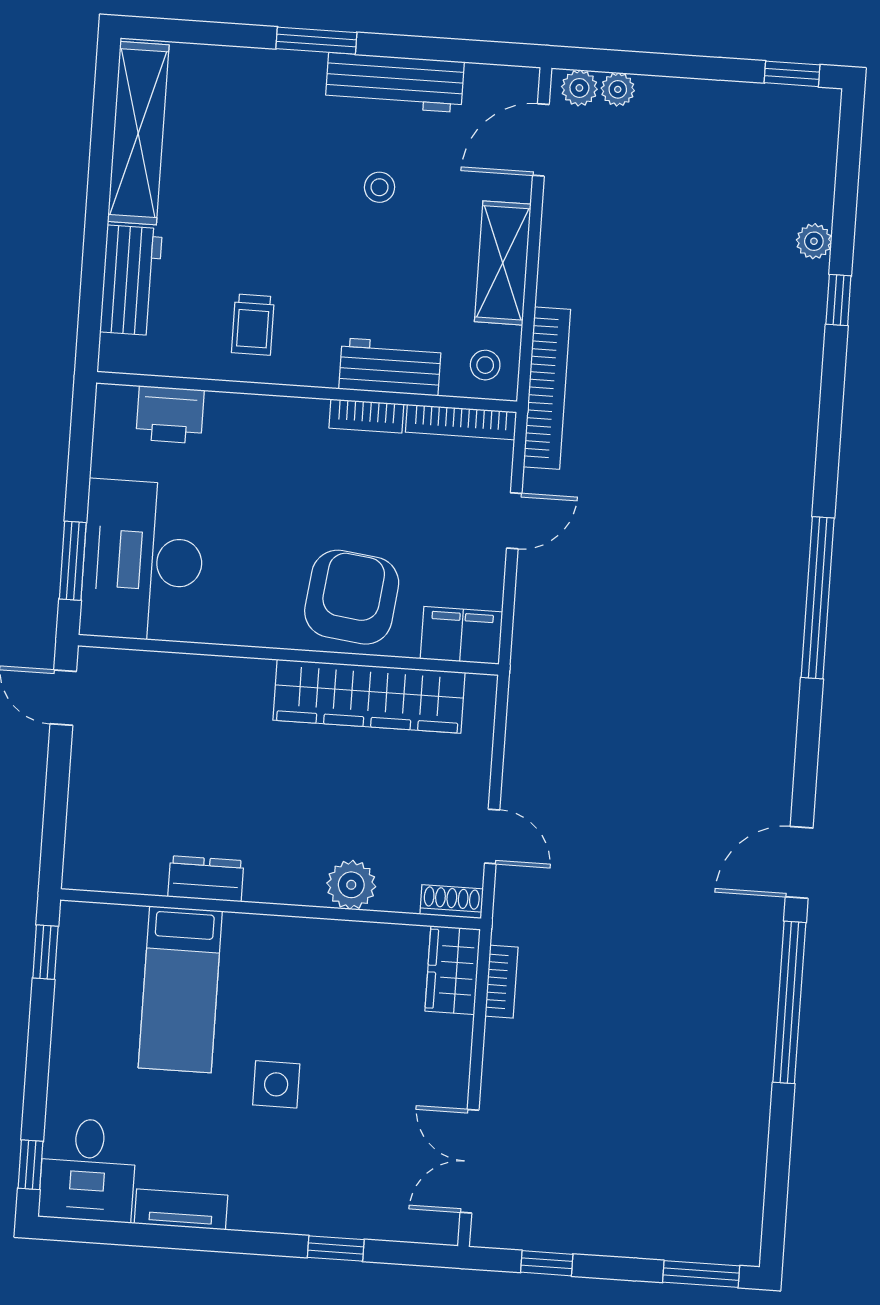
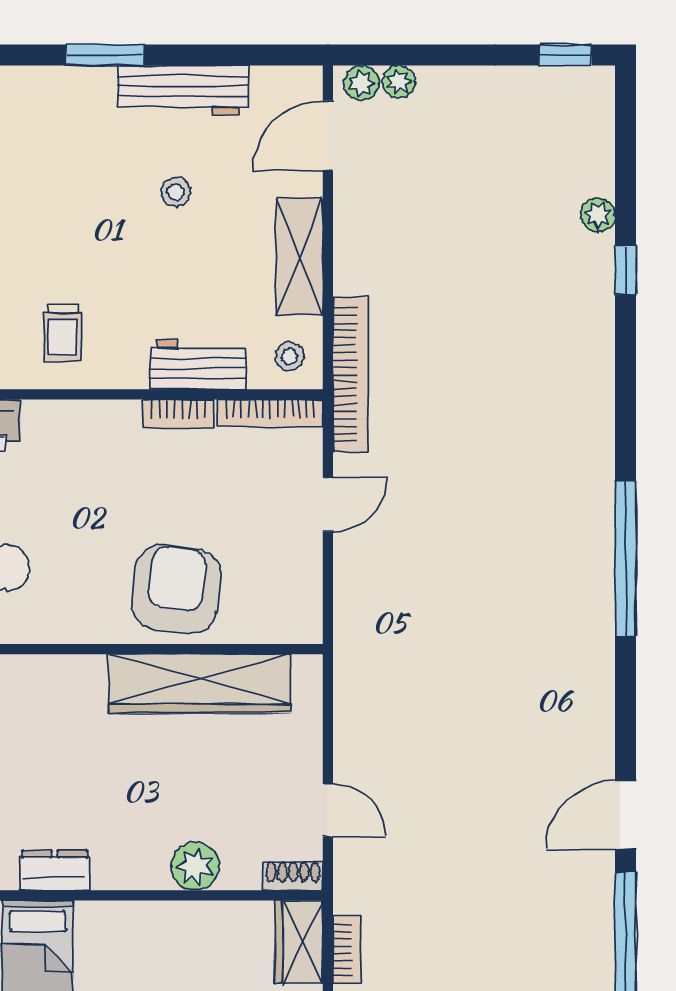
filing cabinet: (461, 635) -> (285, 619), removed

